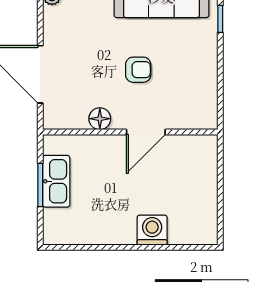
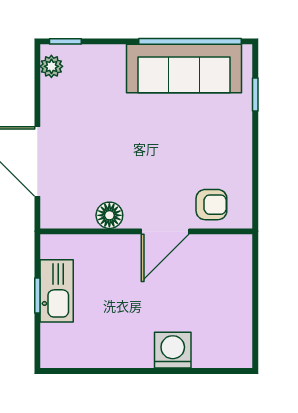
armchair: (138, 70) -> (211, 205), moved
window: (40, 185) -> (37, 295), width x0.67

